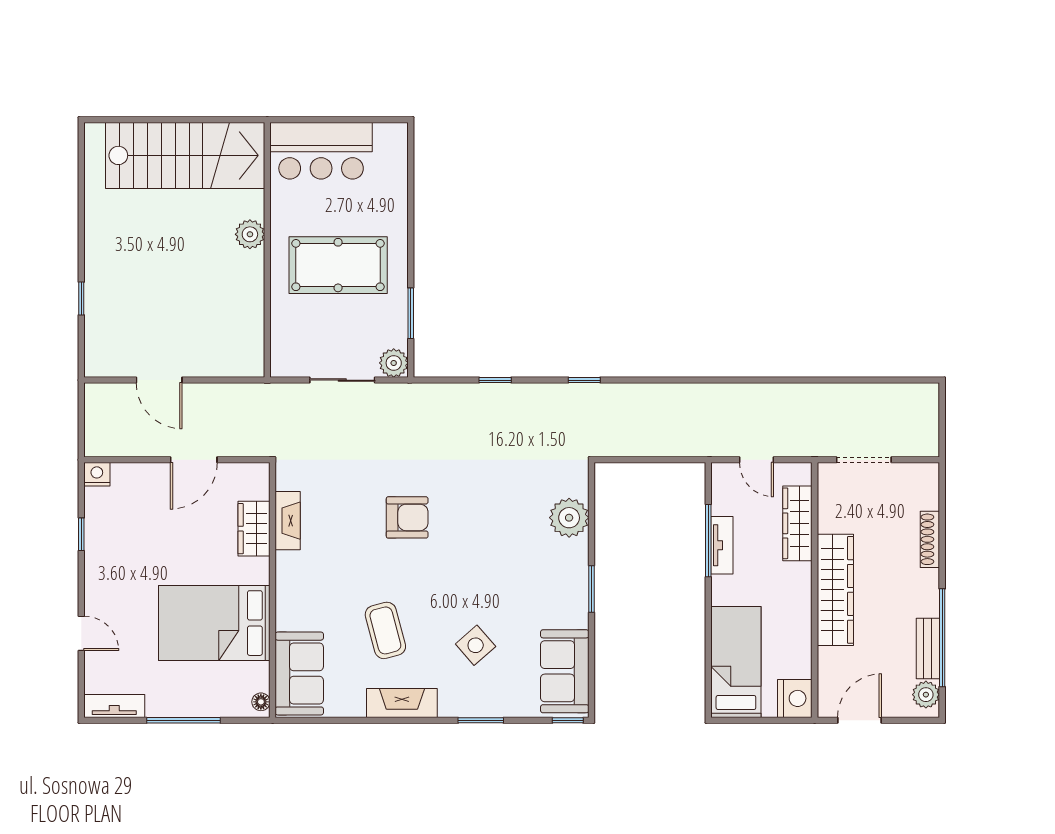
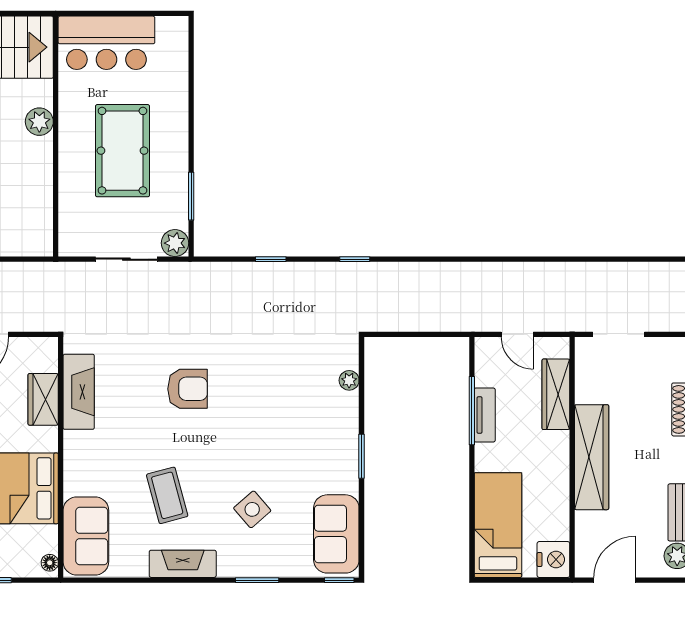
pool table: (338, 265) -> (122, 151), turned 90
plant: (569, 518) -> (349, 380), width x0.53, depth x0.53
fireplace: (288, 521) -> (79, 392), width x1.37, depth x1.32

